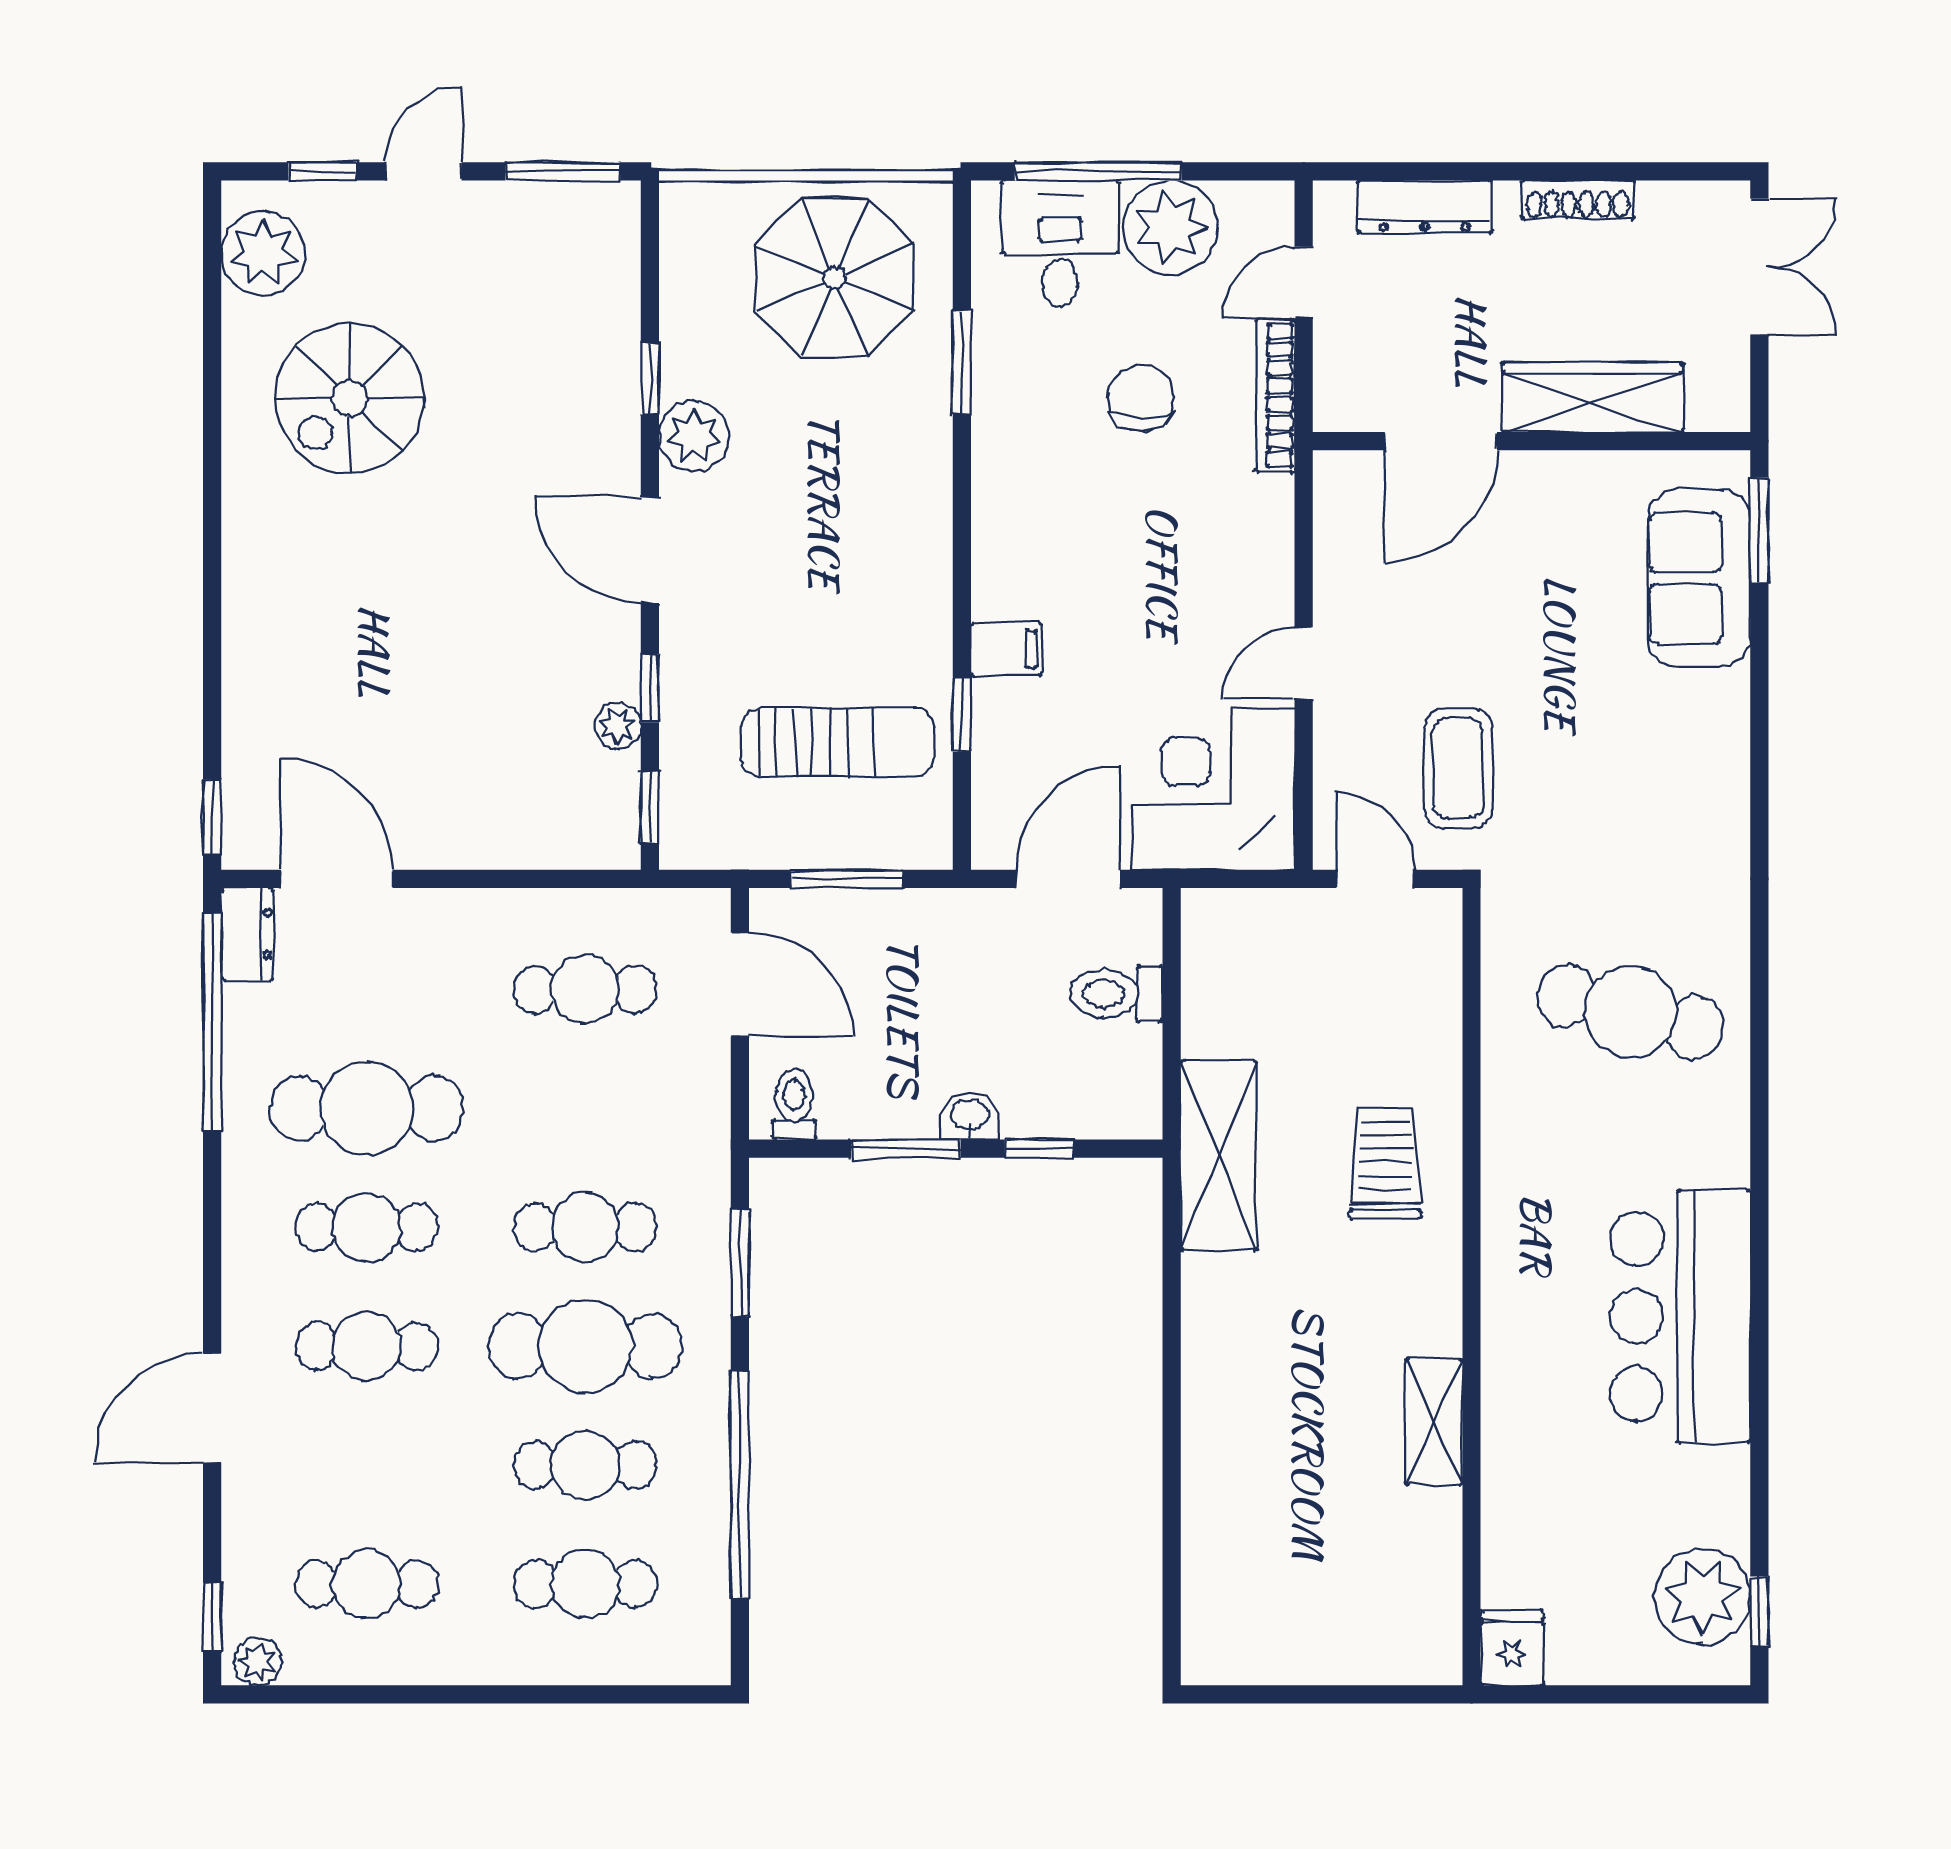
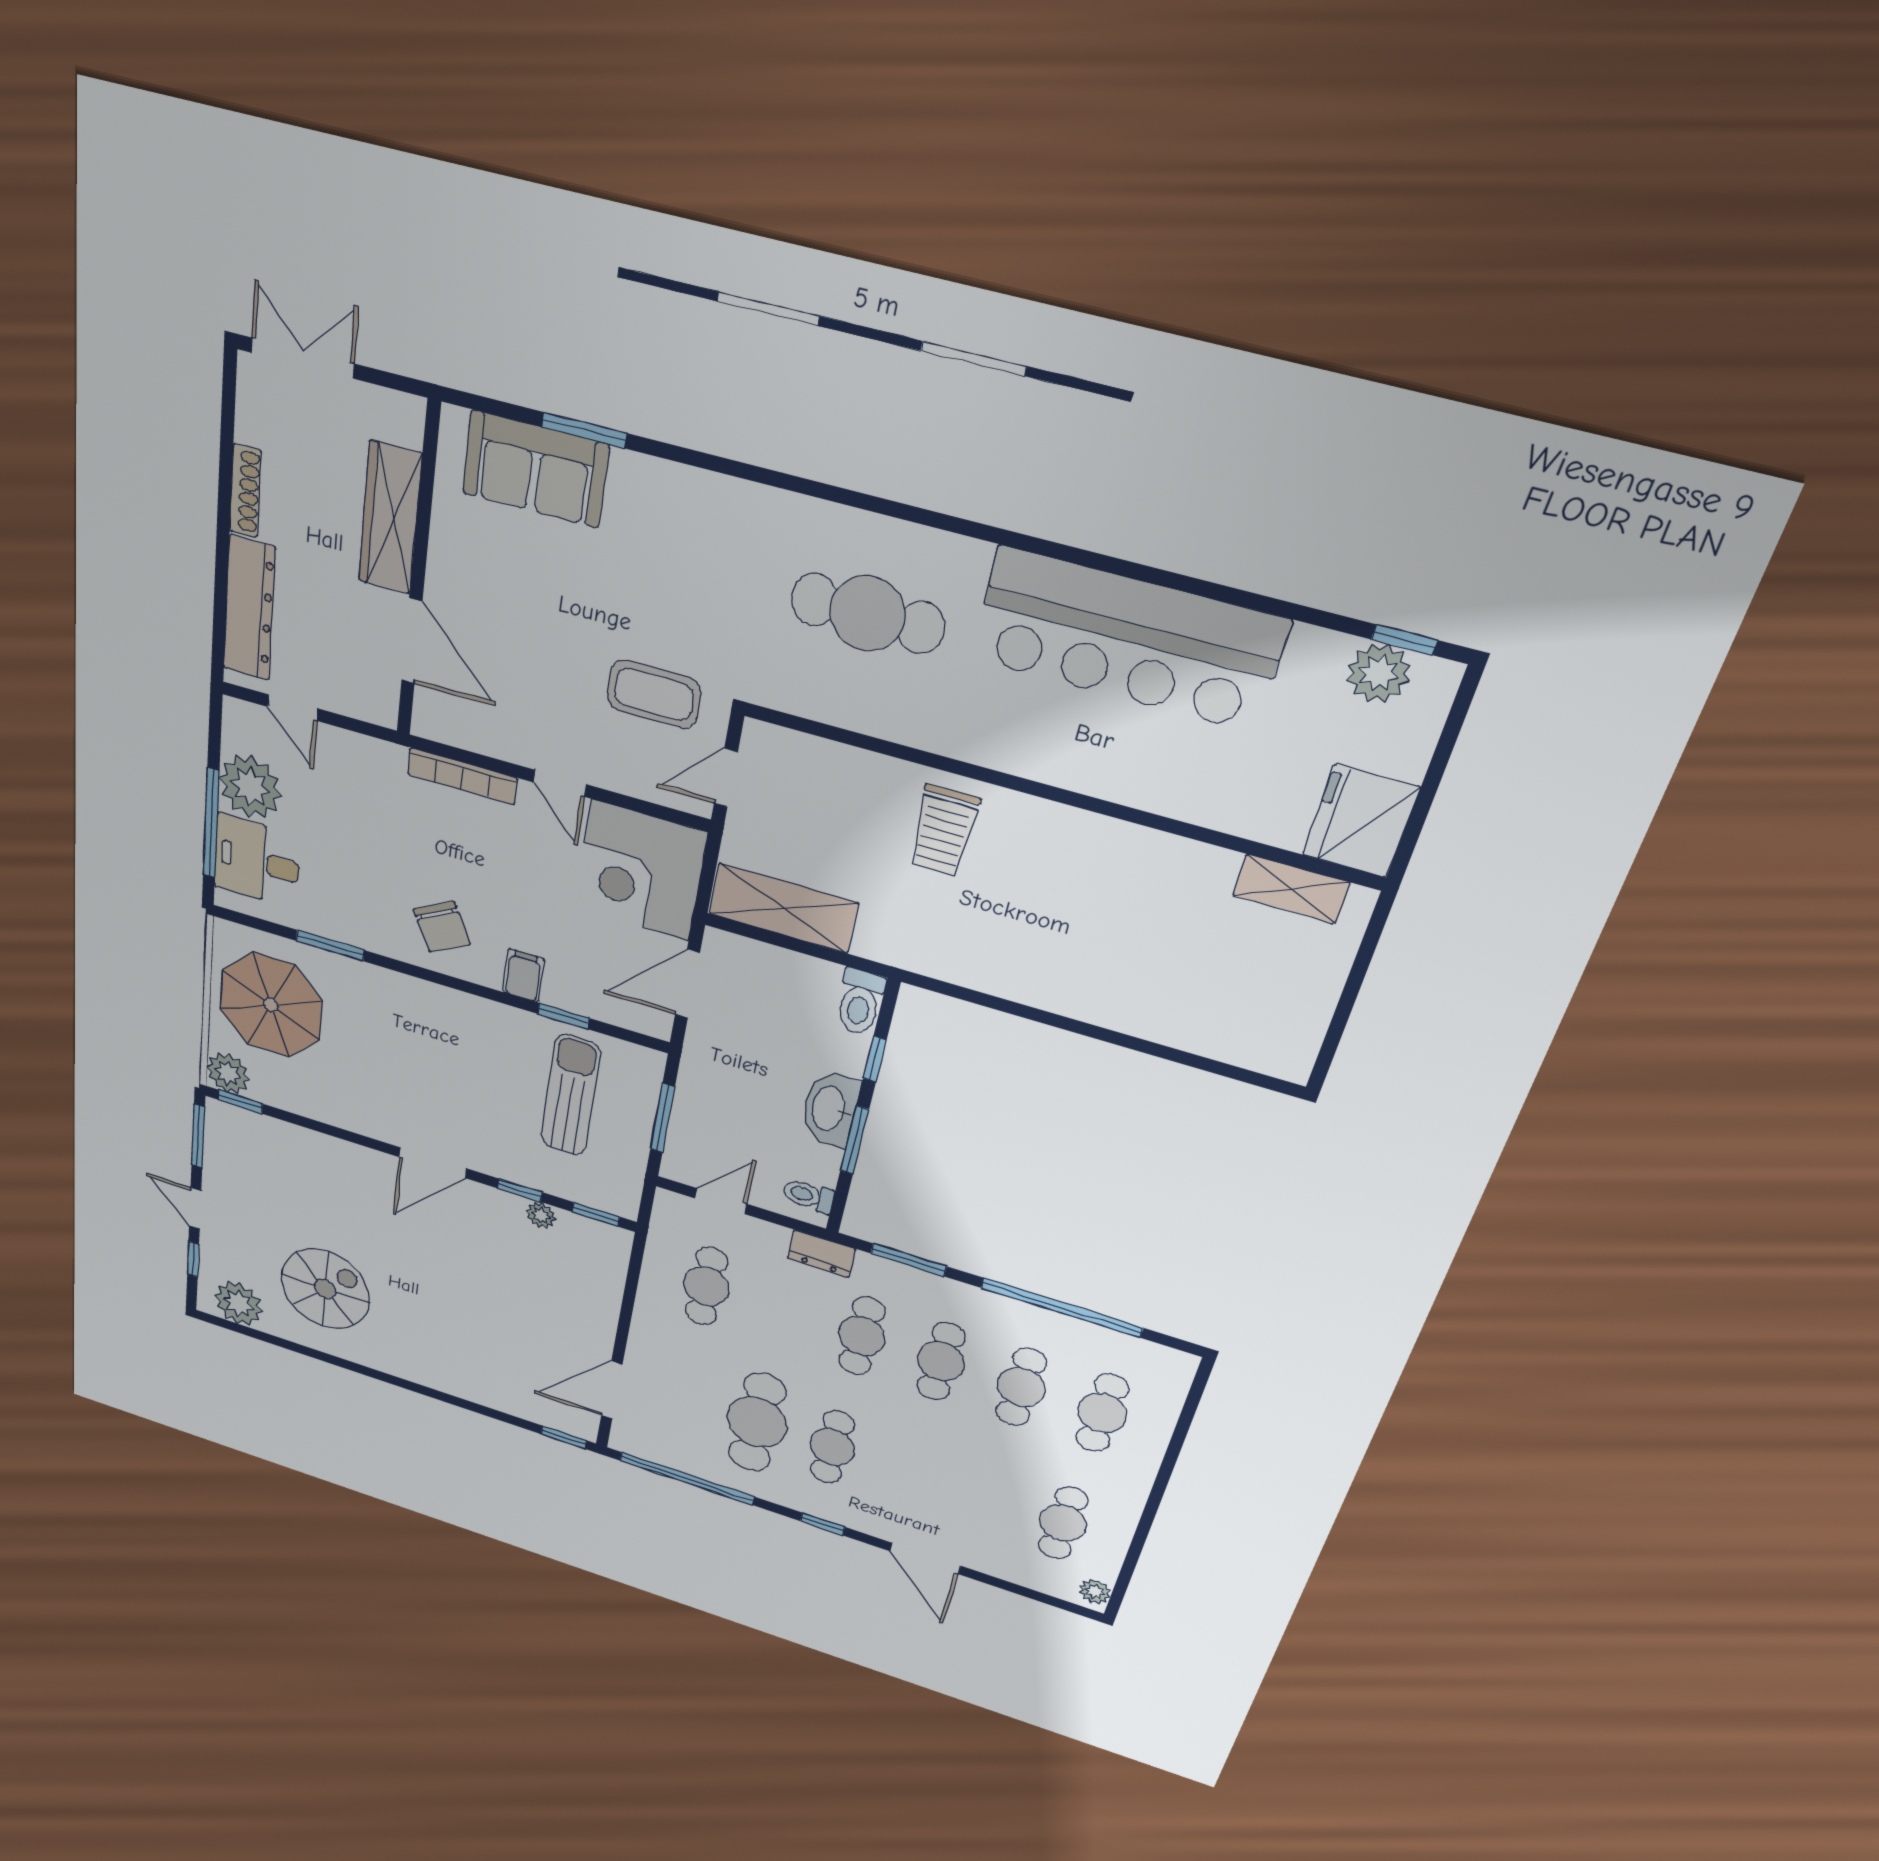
dresser: (1424, 207) -> (249, 608), width x1.37, depth x1.24
window: (650, 379) -> (240, 1102), moved
bookcase: (1275, 395) -> (462, 776), moved
spiral stairs: (350, 398) -> (325, 1289), turned -90
chair: (1141, 398) -> (442, 927), moved, turned -118
plant: (694, 436) -> (228, 1073), moved
window: (1759, 531) -> (584, 430), moved
door: (1068, 879) -> (687, 984), hinge flipped
dresser: (247, 934) -> (822, 1254), moved, turned 180
door: (740, 985) -> (721, 1201), width x0.73
toilet: (1116, 994) -> (860, 1002), moved
cafe table: (1631, 1012) -> (868, 613), turned 76
washbasin: (970, 1116) -> (830, 1109), width x1.91, depth x1.45
shelving: (1219, 1156) -> (783, 908), moved
trolley: (1385, 1163) -> (943, 831), turned -90
bar counter: (1680, 1316) -> (1128, 639), width x1.36
cafe table: (367, 1346) -> (908, 1472), removed
cafe table: (585, 1346) -> (941, 1361), width x0.73, depth x0.74
shelving: (1434, 1422) -> (1291, 889), moved
plant: (1703, 1597) -> (1378, 673), width x0.73, depth x0.73
window: (212, 1617) -> (823, 1524), moved
fridge: (1512, 1648) -> (1361, 821), width x1.88, depth x1.34

